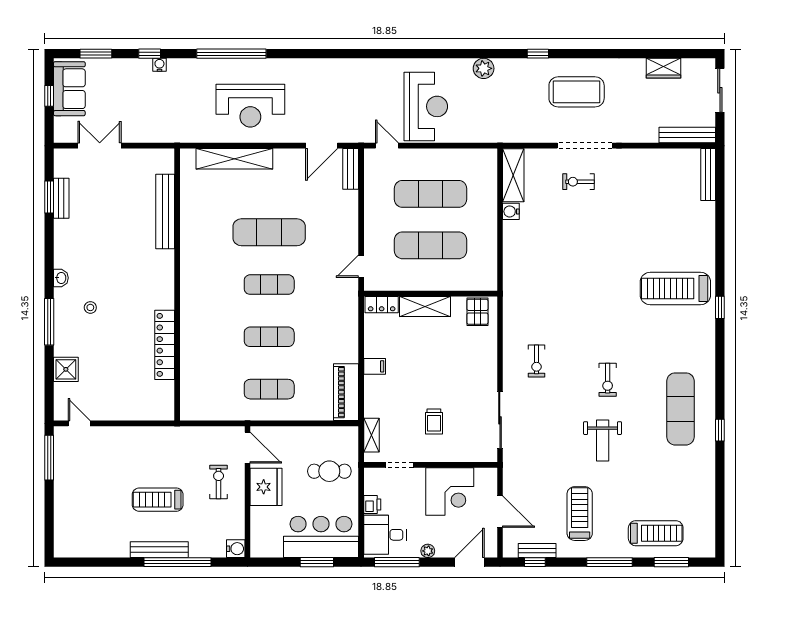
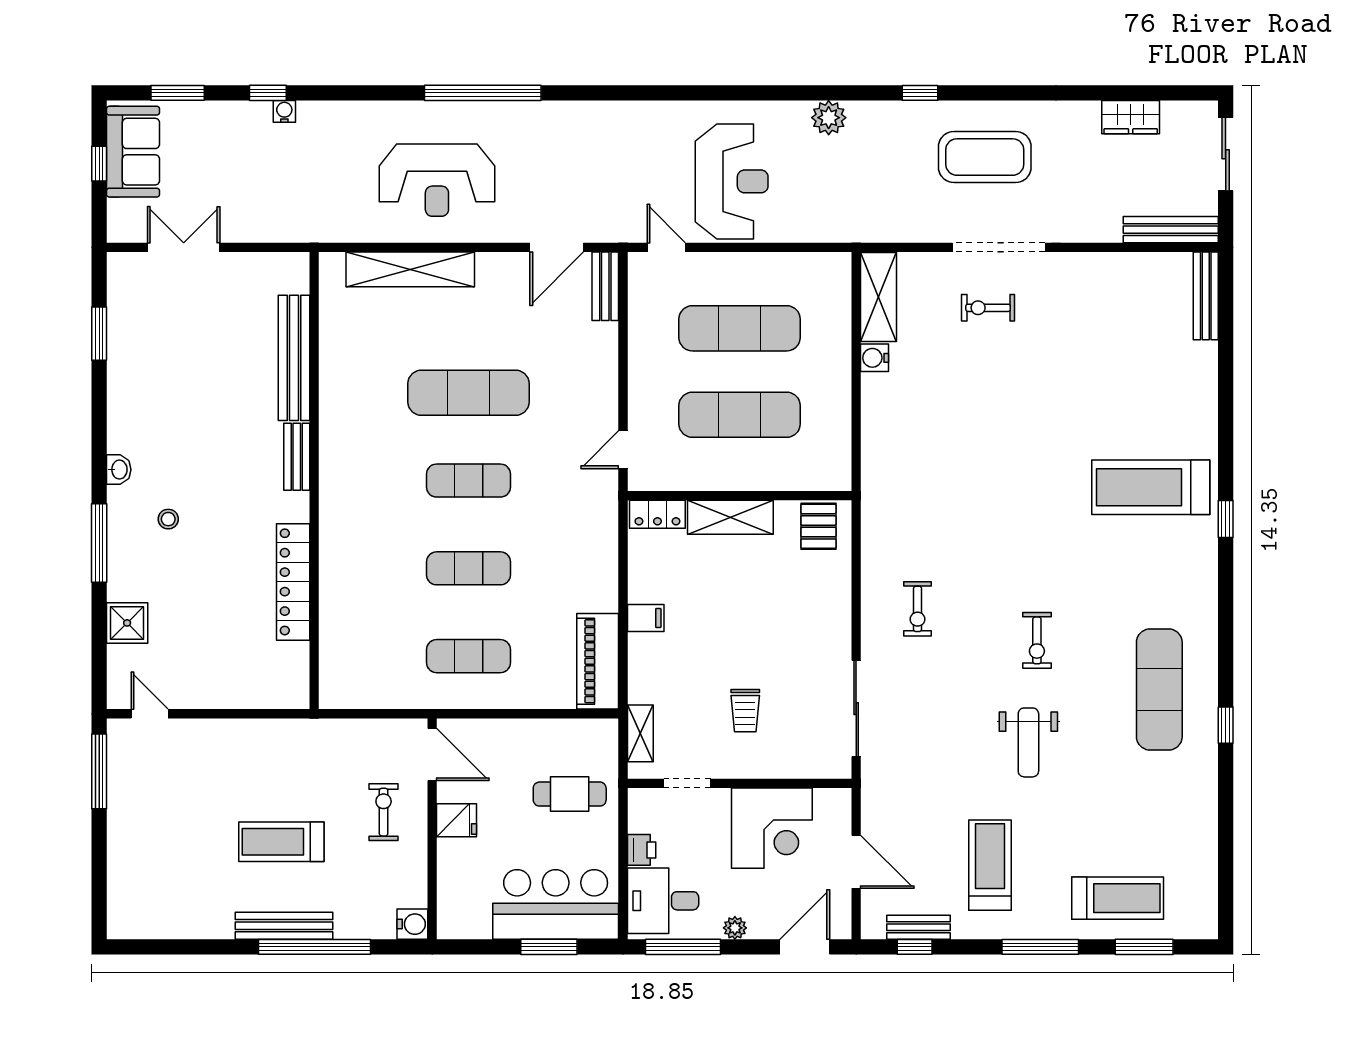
window: (231, 54) -> (483, 93), moved
bench: (61, 198) -> (297, 457), moved
fridge: (266, 487) -> (457, 820), width x0.53, depth x0.75

